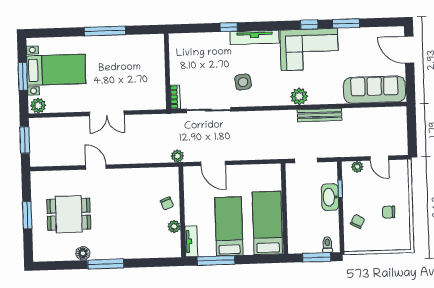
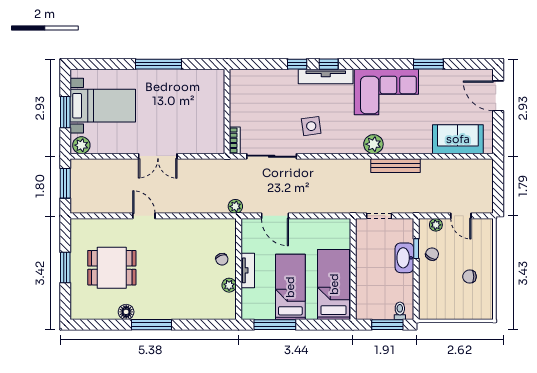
window: (309, 25) -> (329, 64), moved
sofa: (374, 90) -> (458, 139), width x0.73
chair: (358, 221) -> (432, 254), moved
tv unit: (191, 241) -> (248, 270), moved

